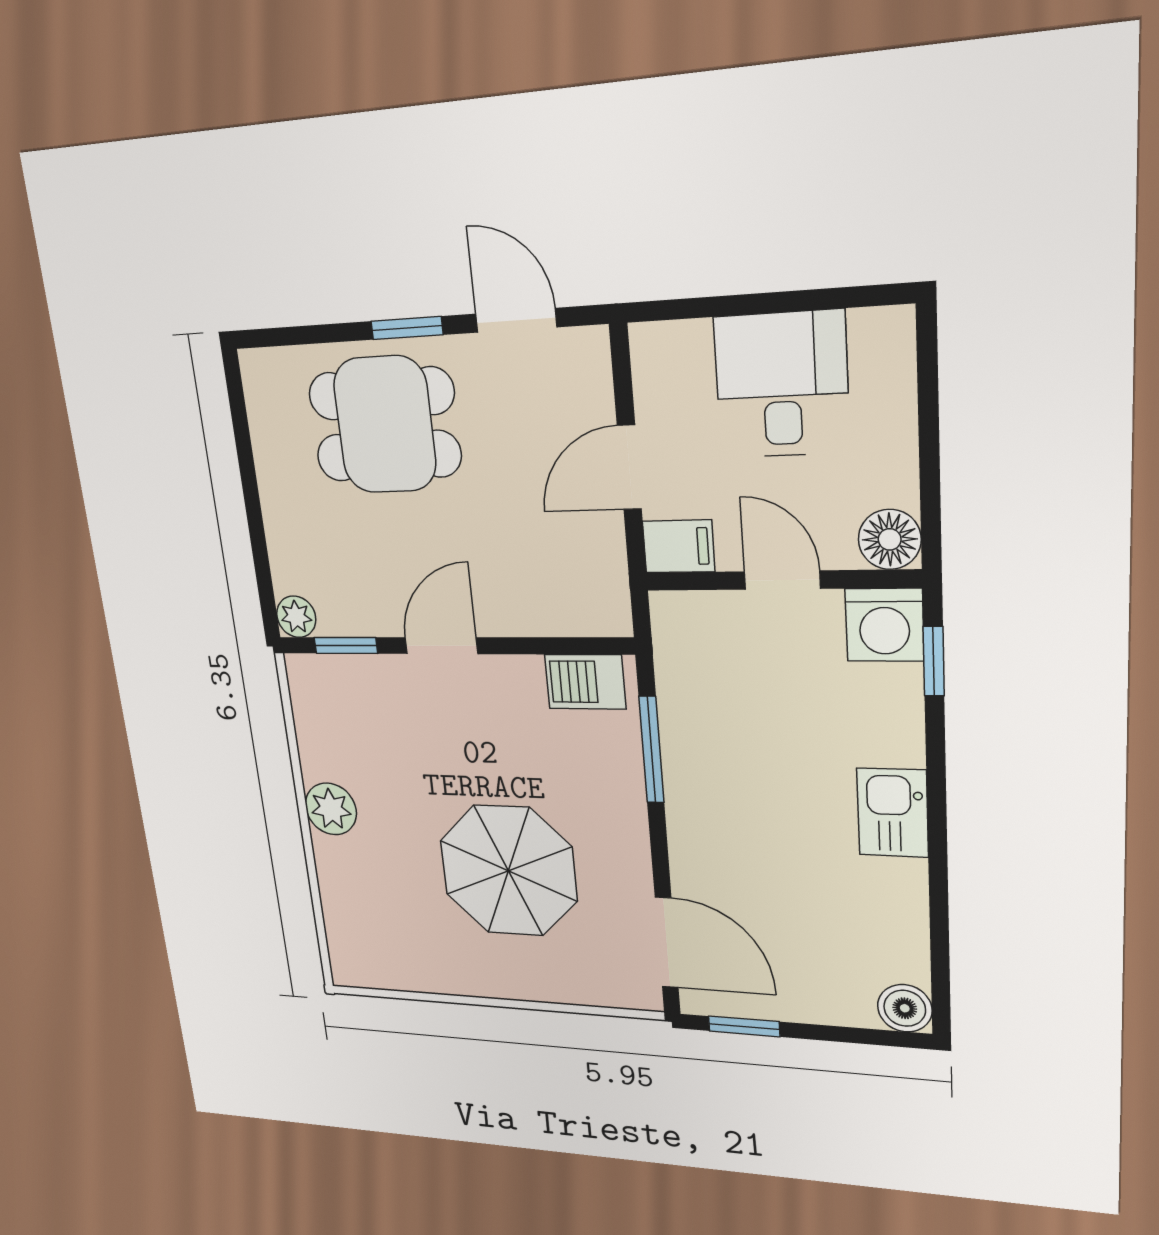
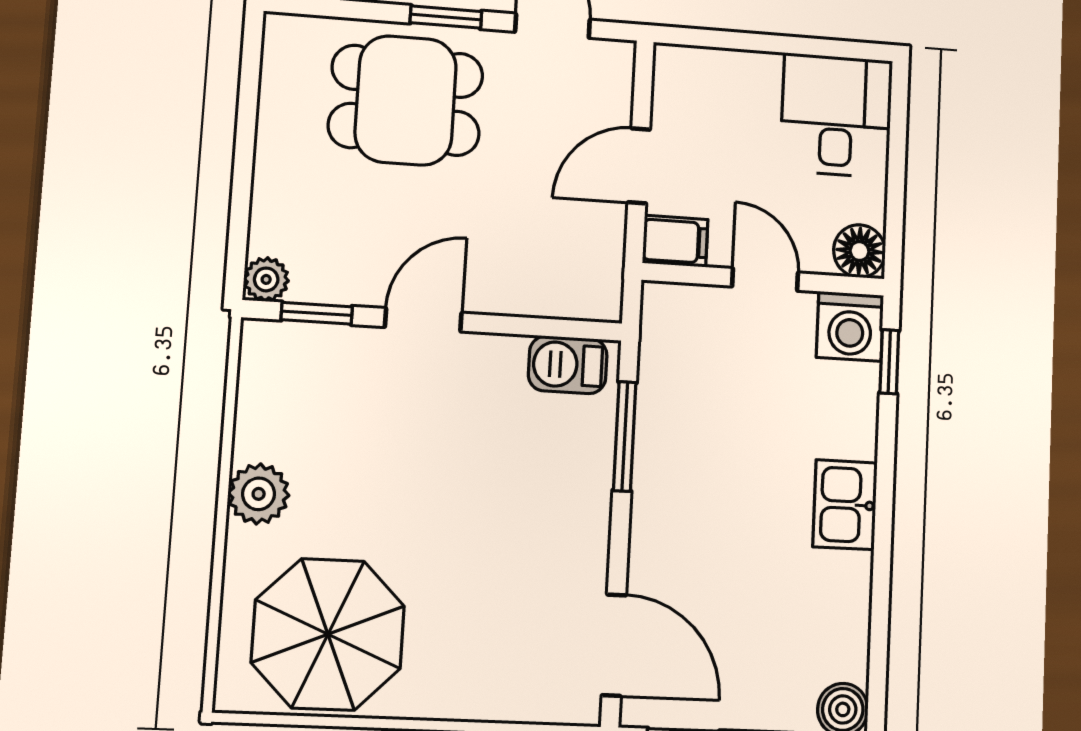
desk: (782, 385) -> (836, 115), moved
parasol: (508, 871) -> (328, 634), moved

